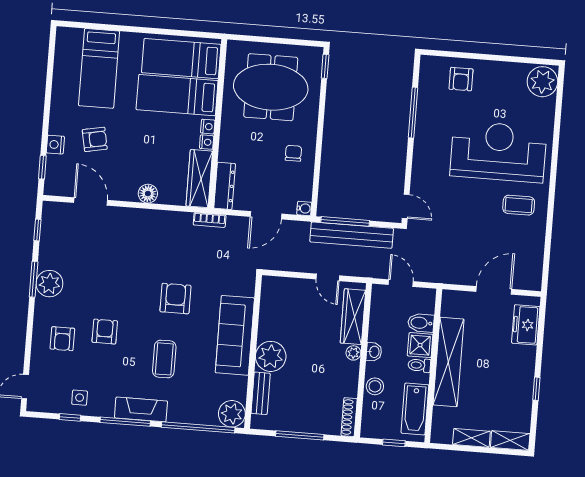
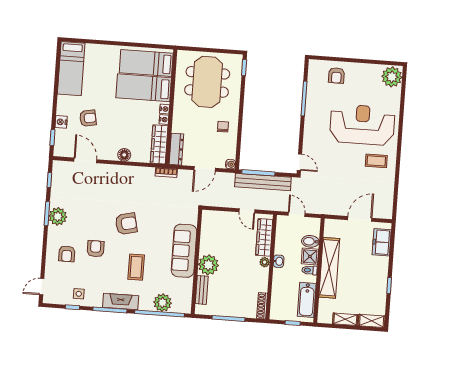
bed: (99, 68) -> (71, 69), moved
meeting table: (271, 87) -> (207, 82), turned 90
armchair: (175, 299) -> (126, 224), moved, turned 77
stool: (375, 386) -> (279, 285), removed
plant: (232, 414) -> (163, 303), moved

